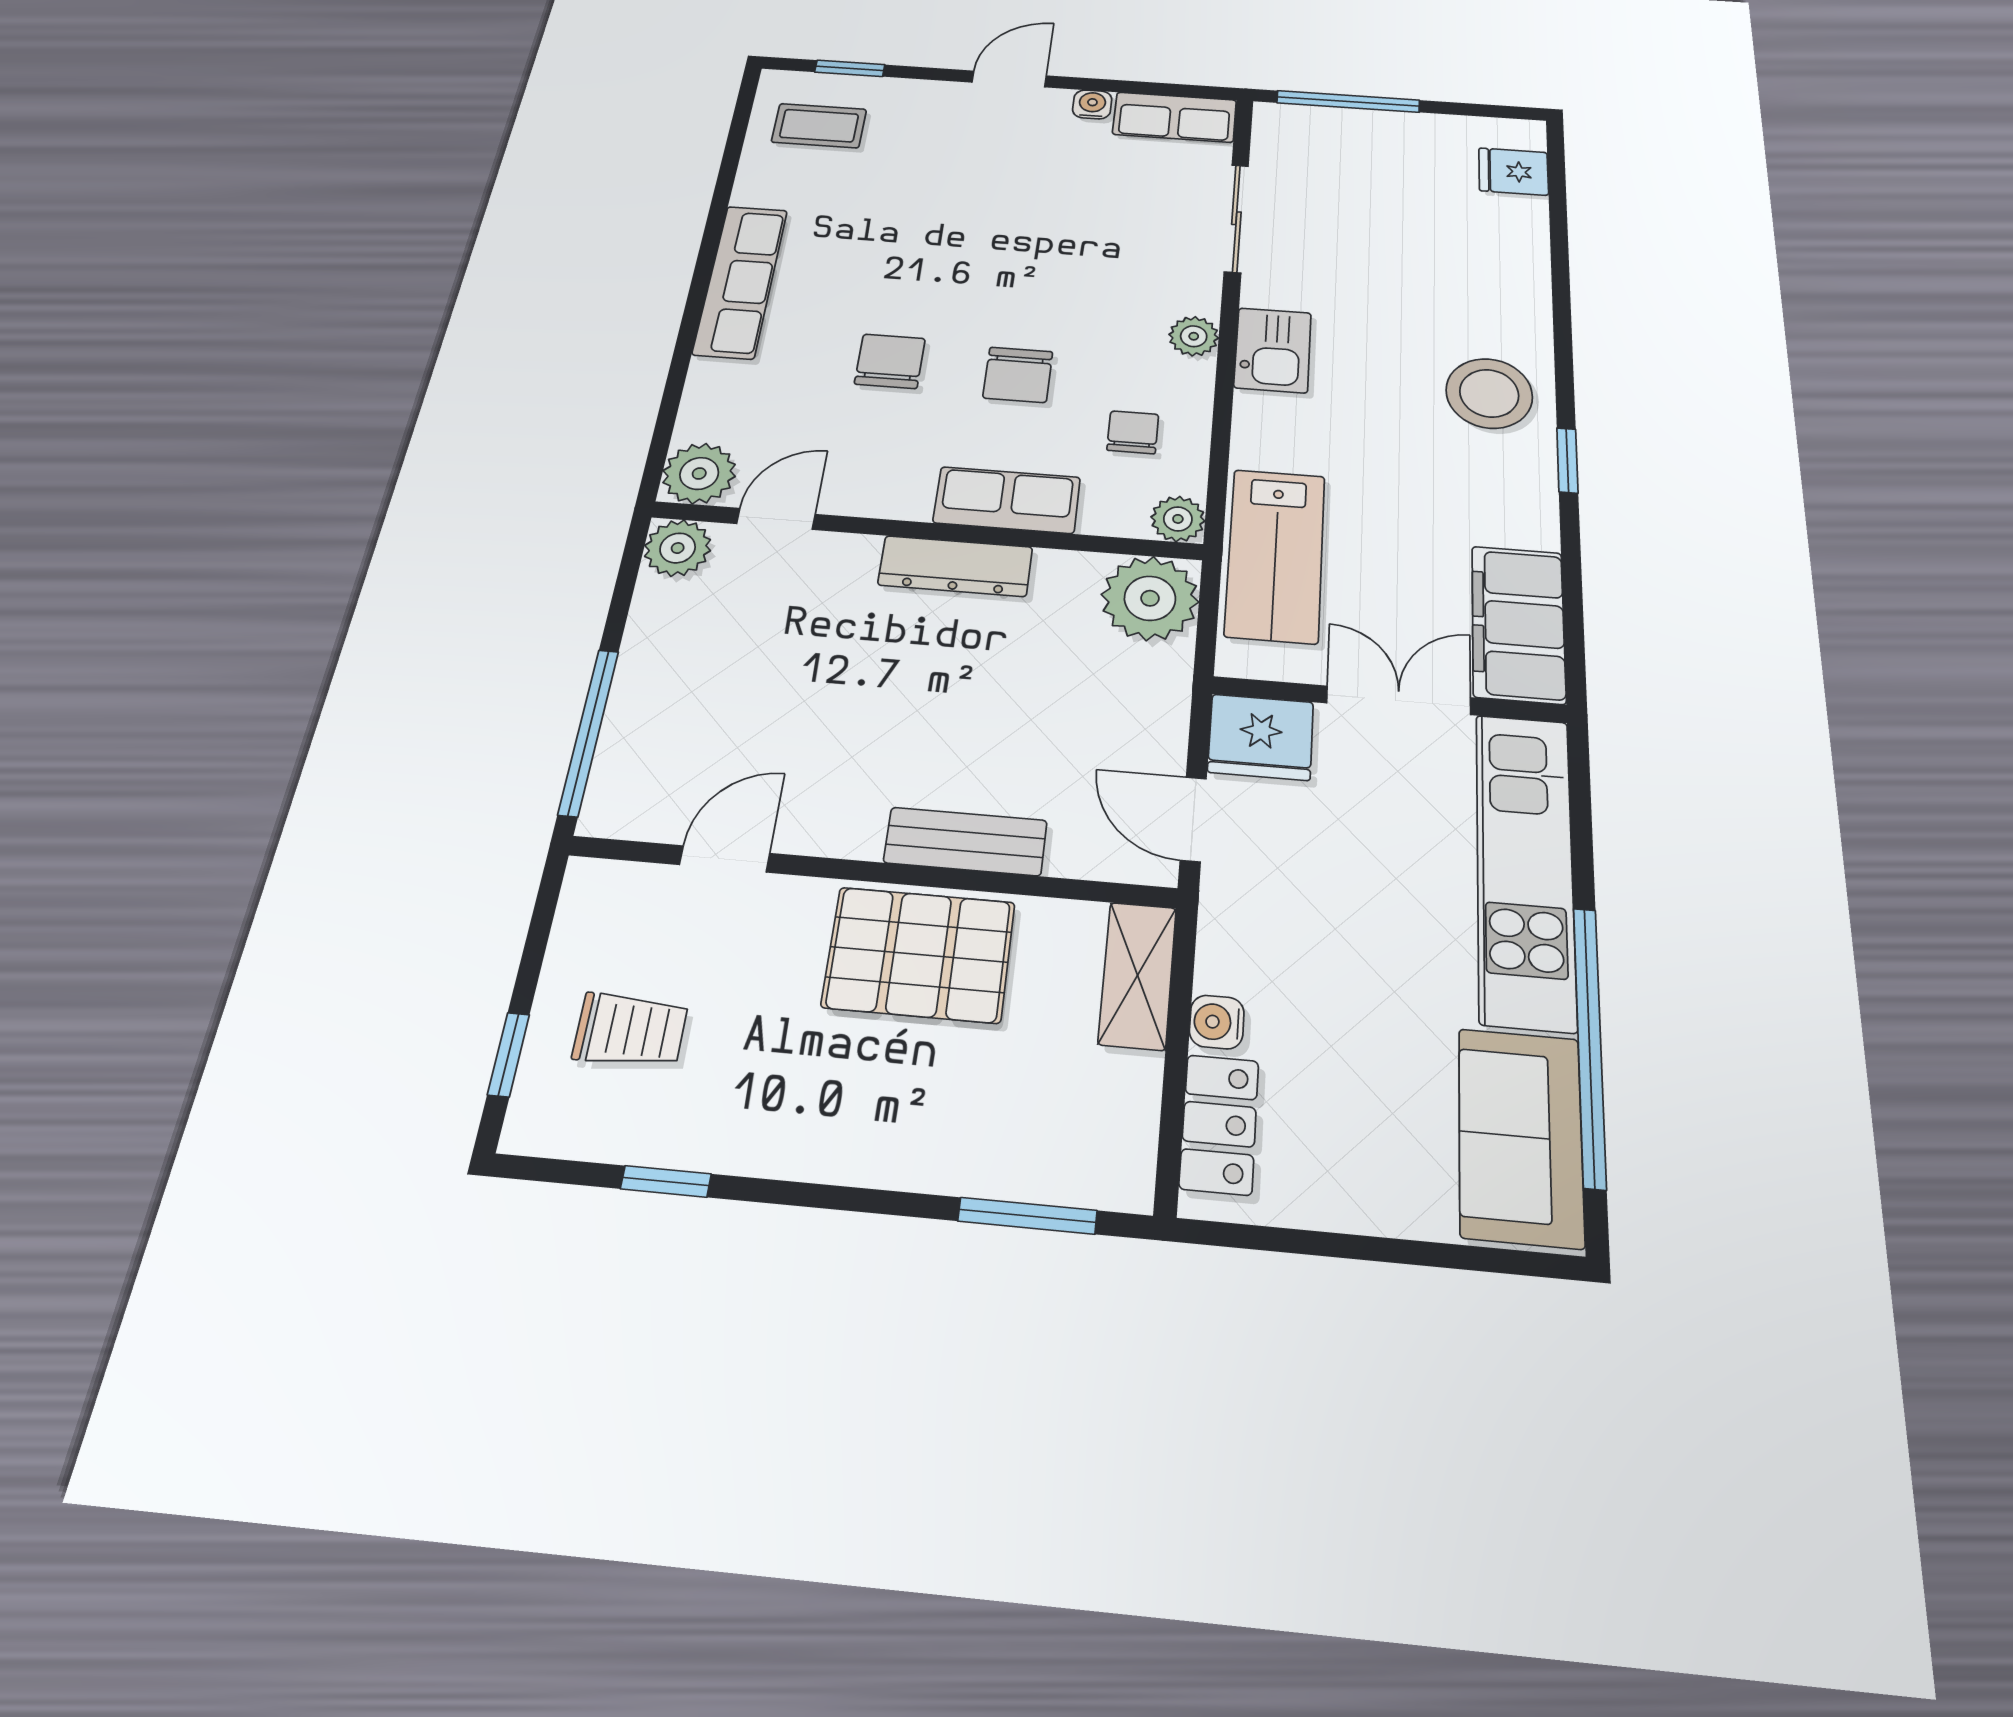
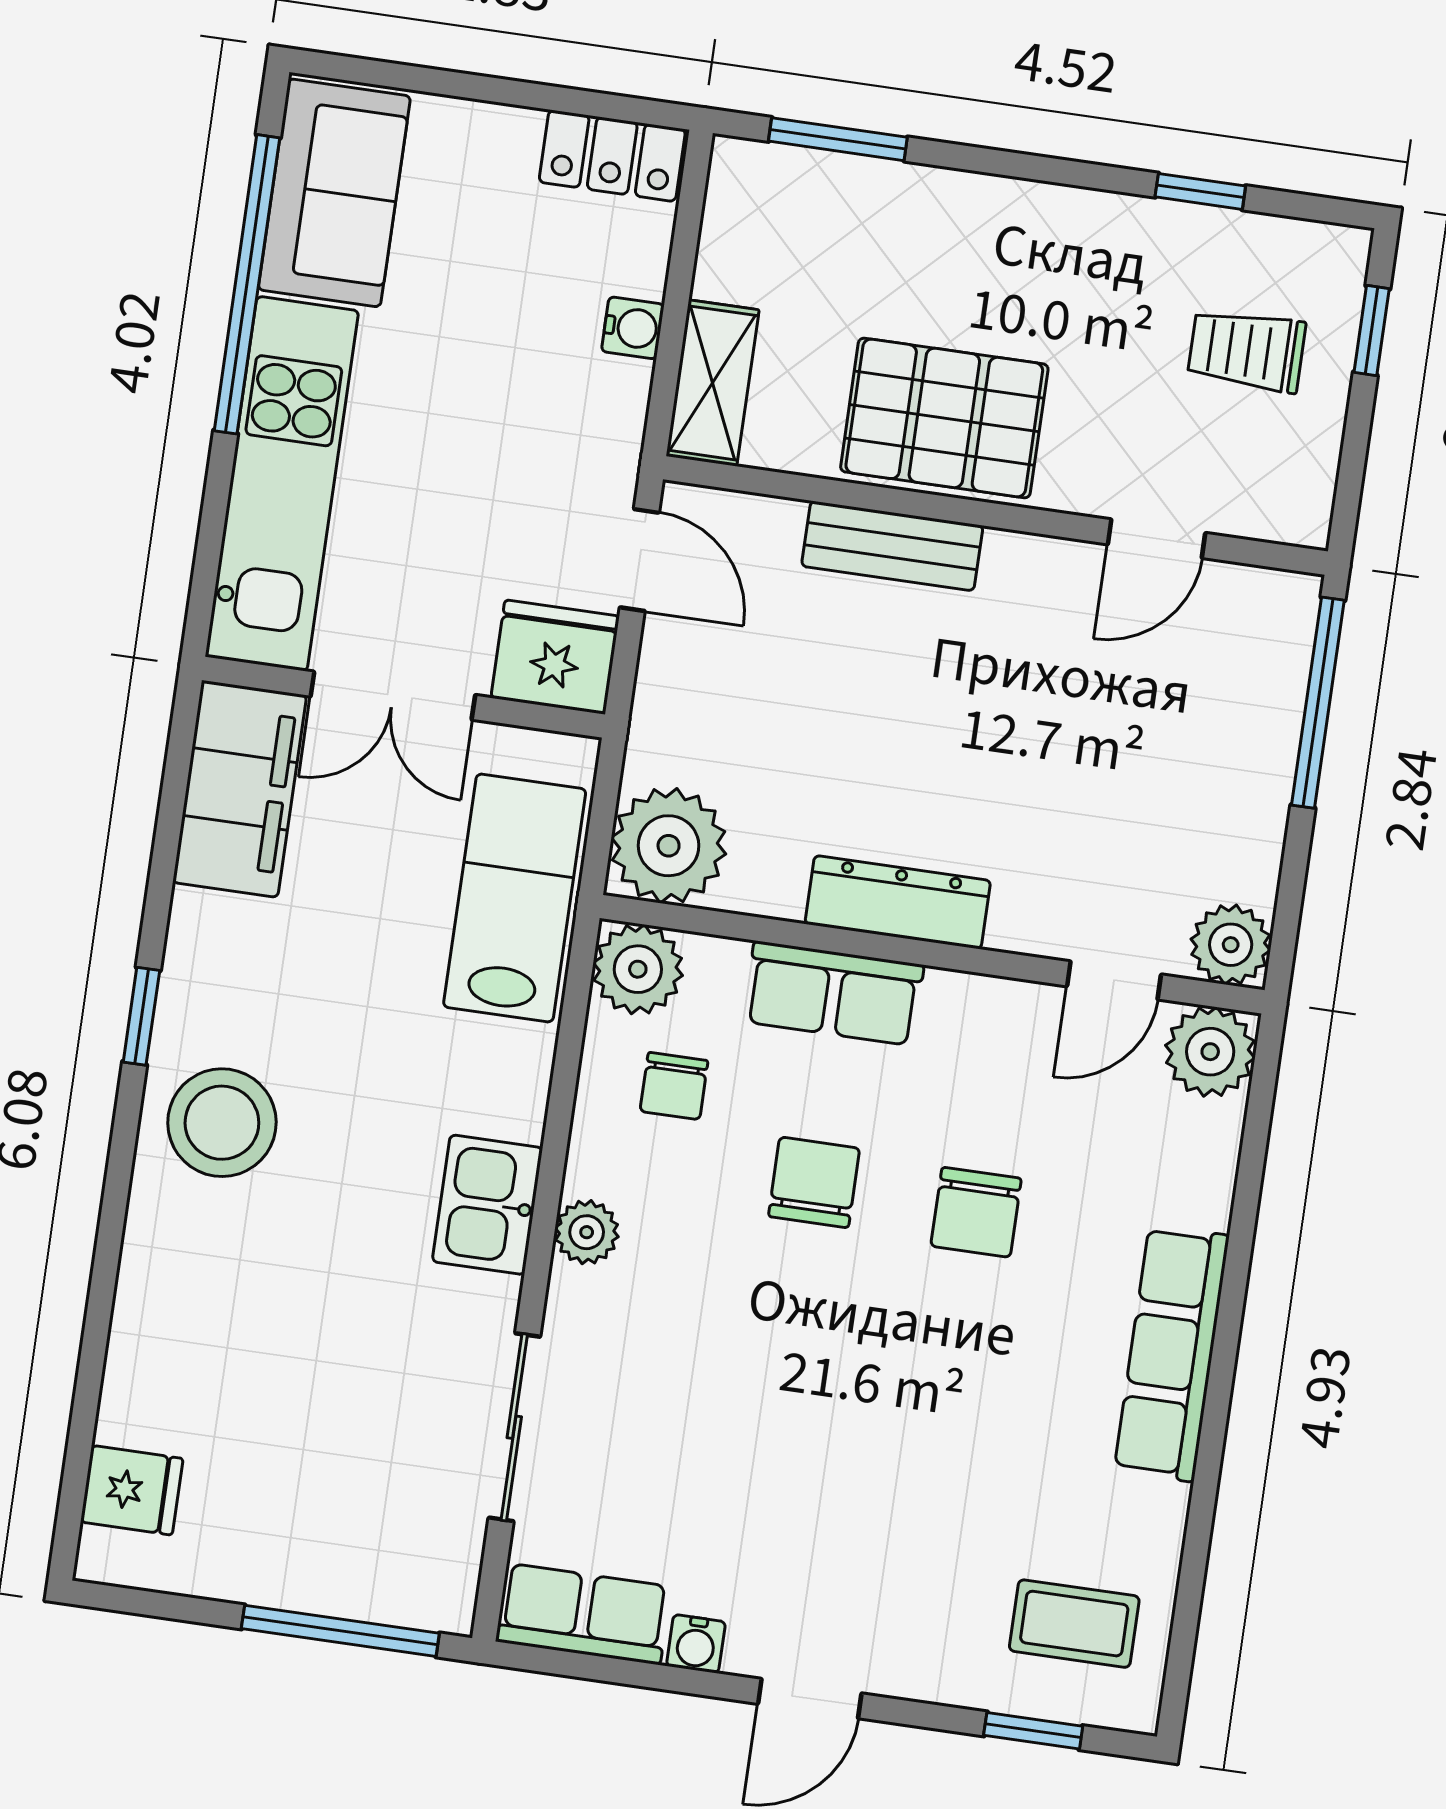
plant: (1178, 519) -> (638, 969), width x1.38, depth x1.38
locker: (1219, 1124) -> (612, 156), moved, turned -90

